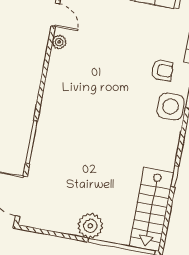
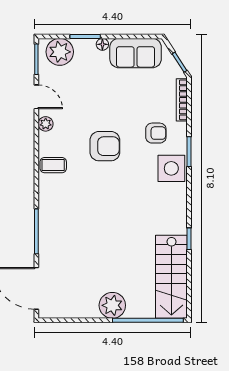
armchair: (111, 74) -> (105, 146), added
coffee table: (59, 82) -> (53, 165), added

